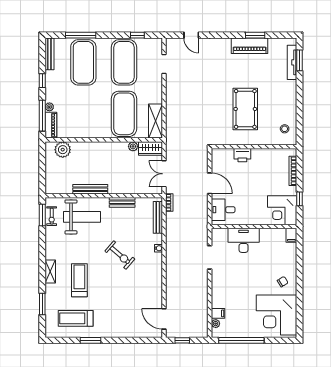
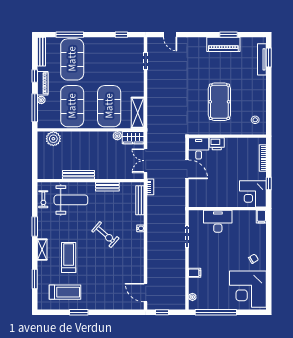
exercise mat: (124, 62) -> (72, 106), moved
piano: (51, 125) -> (43, 83), moved
desk: (223, 210) -> (199, 148), moved, turned 90
window: (42, 215) -> (35, 227), moved
filing cabinet: (218, 313) -> (195, 273), moved
treadmill: (76, 318) -> (65, 292), turned 180

